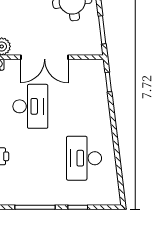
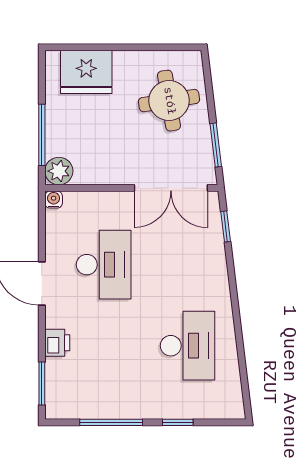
double door: (45, 57) -> (171, 188), moved
desk: (84, 158) -> (188, 346), turned 180

